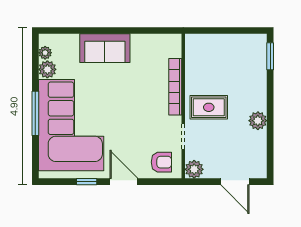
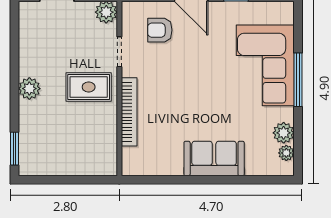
plant: (258, 121) -> (29, 89), moved
corner sofa: (71, 125) -> (265, 65), width x0.73, depth x0.74
armchair: (161, 162) -> (160, 30), moved

